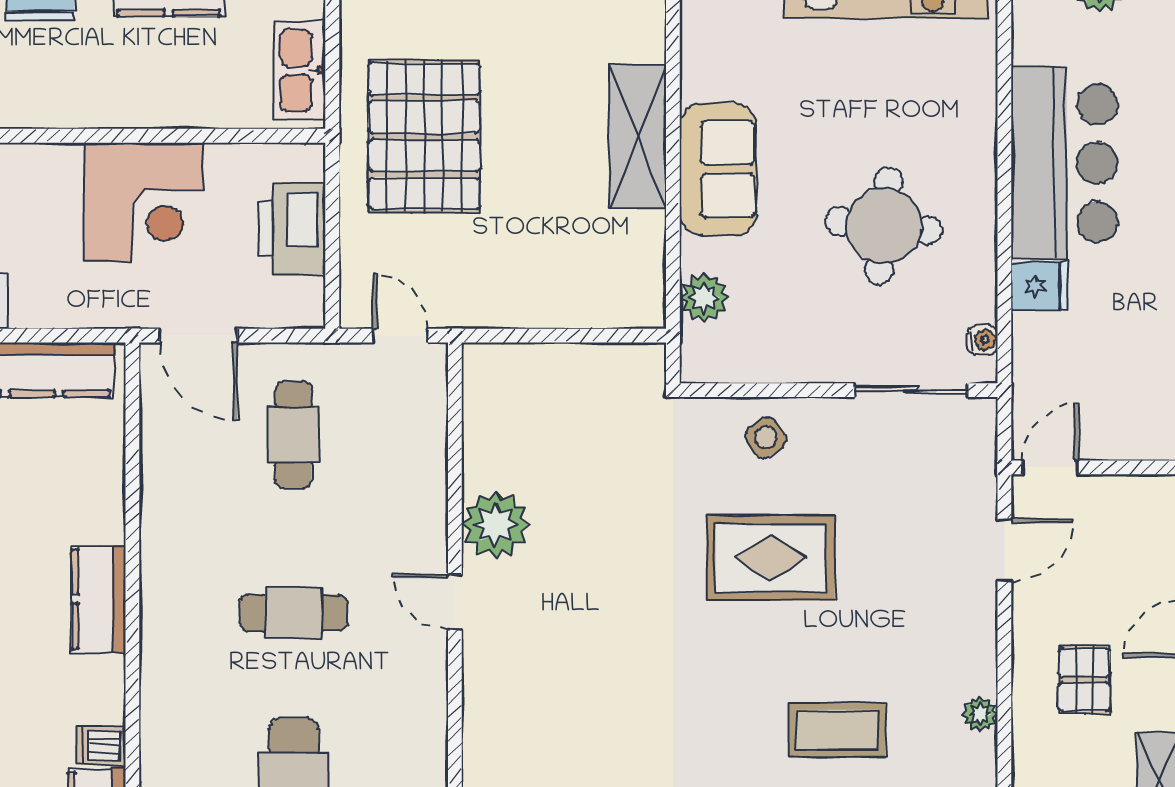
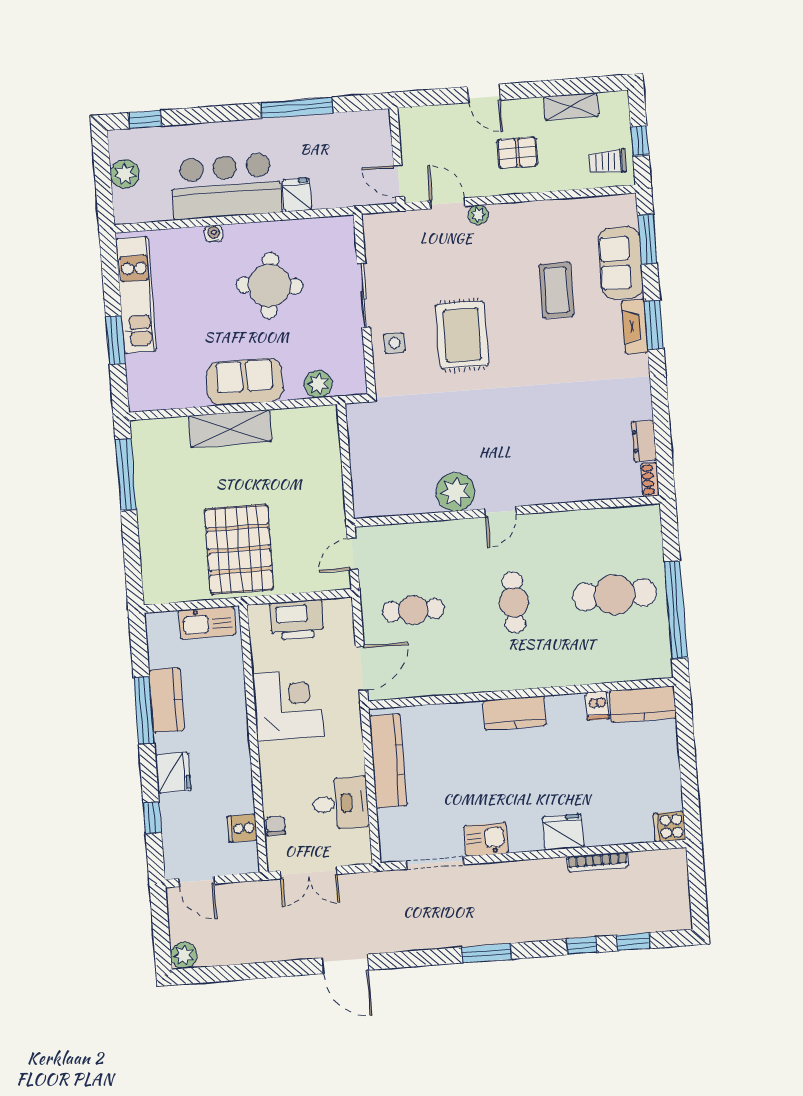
pallet: (424, 136) -> (239, 549), turned 90
water cooler: (983, 340) -> (214, 234), moved
sliding door: (911, 390) -> (364, 295), moved
side table: (766, 437) -> (394, 343), turned 33
plant: (980, 714) -> (478, 215), moved

